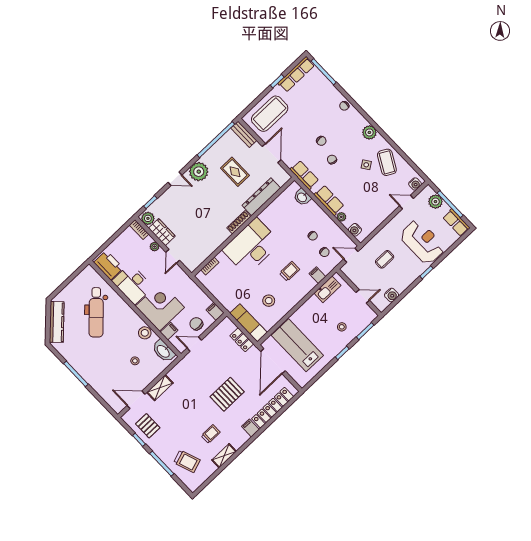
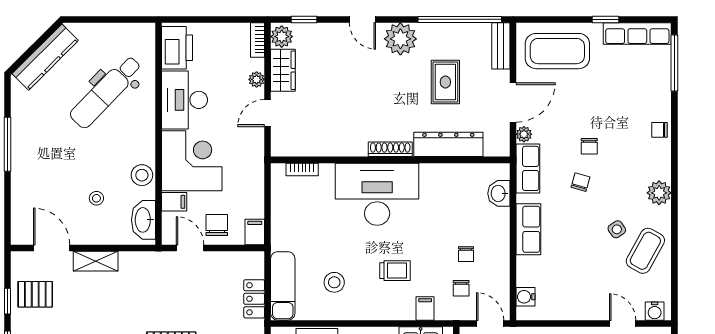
plant: (341, 217) -> (524, 134), moved
pallet: (148, 426) -> (35, 294), turned 90

